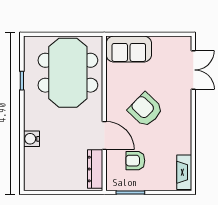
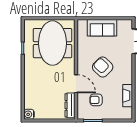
sofa: (129, 49) -> (102, 28), moved
water cooler: (31, 139) -> (29, 114), moved
fireplace: (184, 172) -> (128, 96), moved

